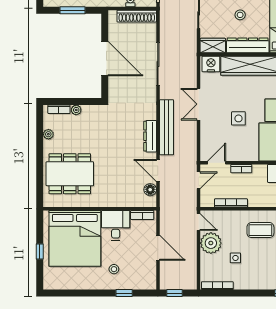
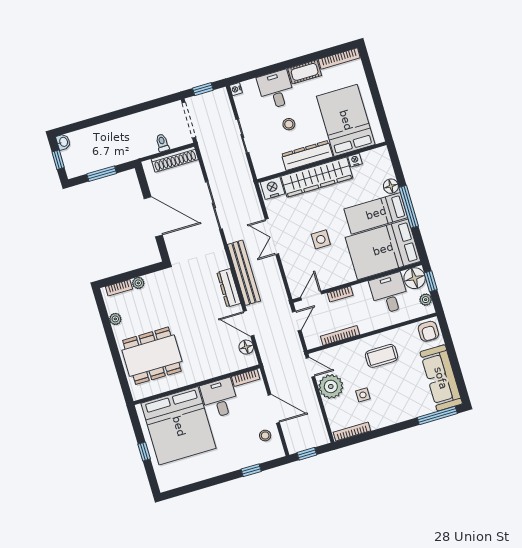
wardrobe: (213, 46) -> (269, 167), removed
stool: (114, 269) -> (265, 435), moved

